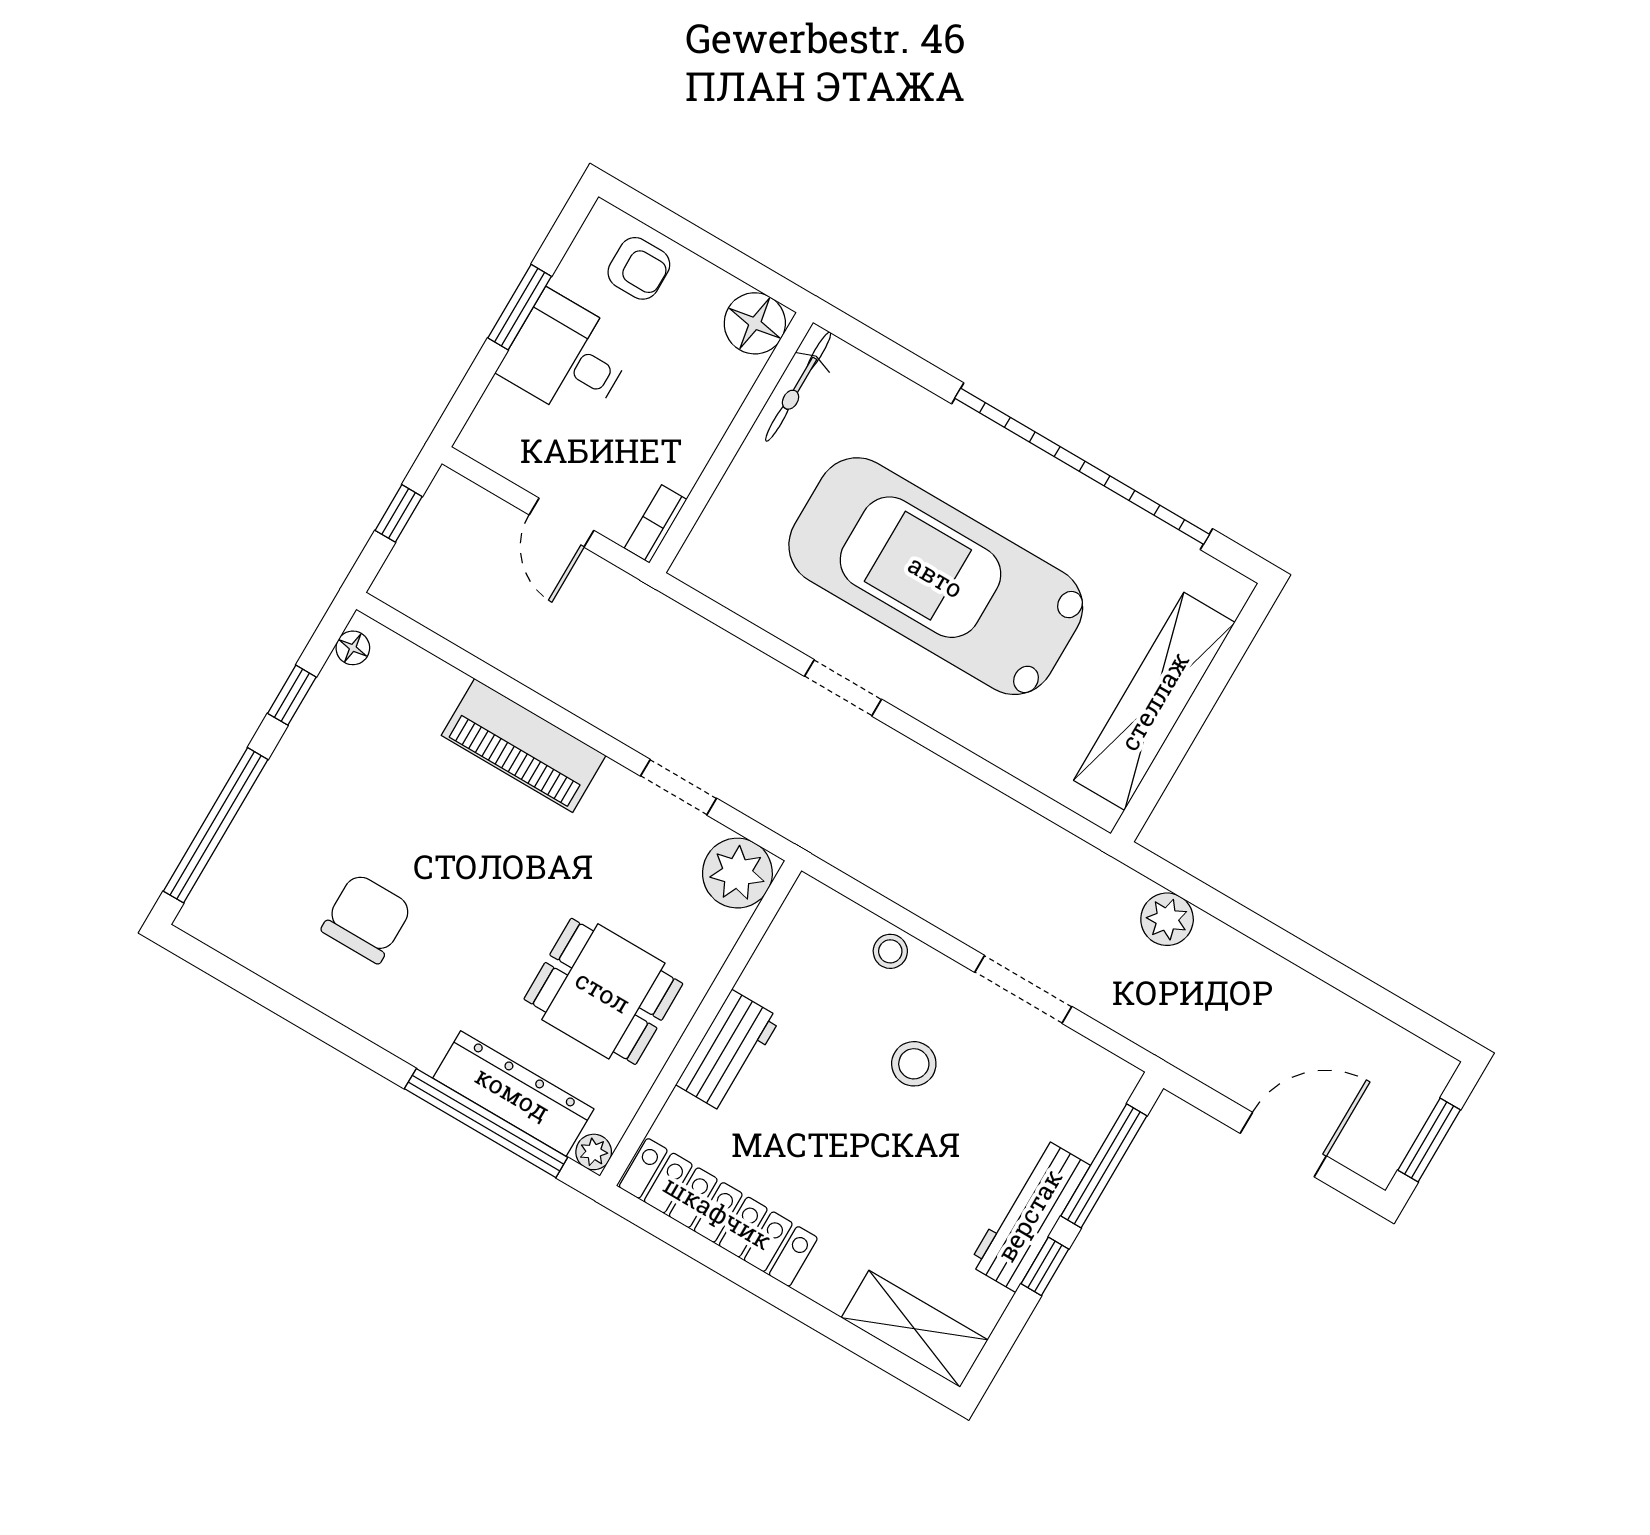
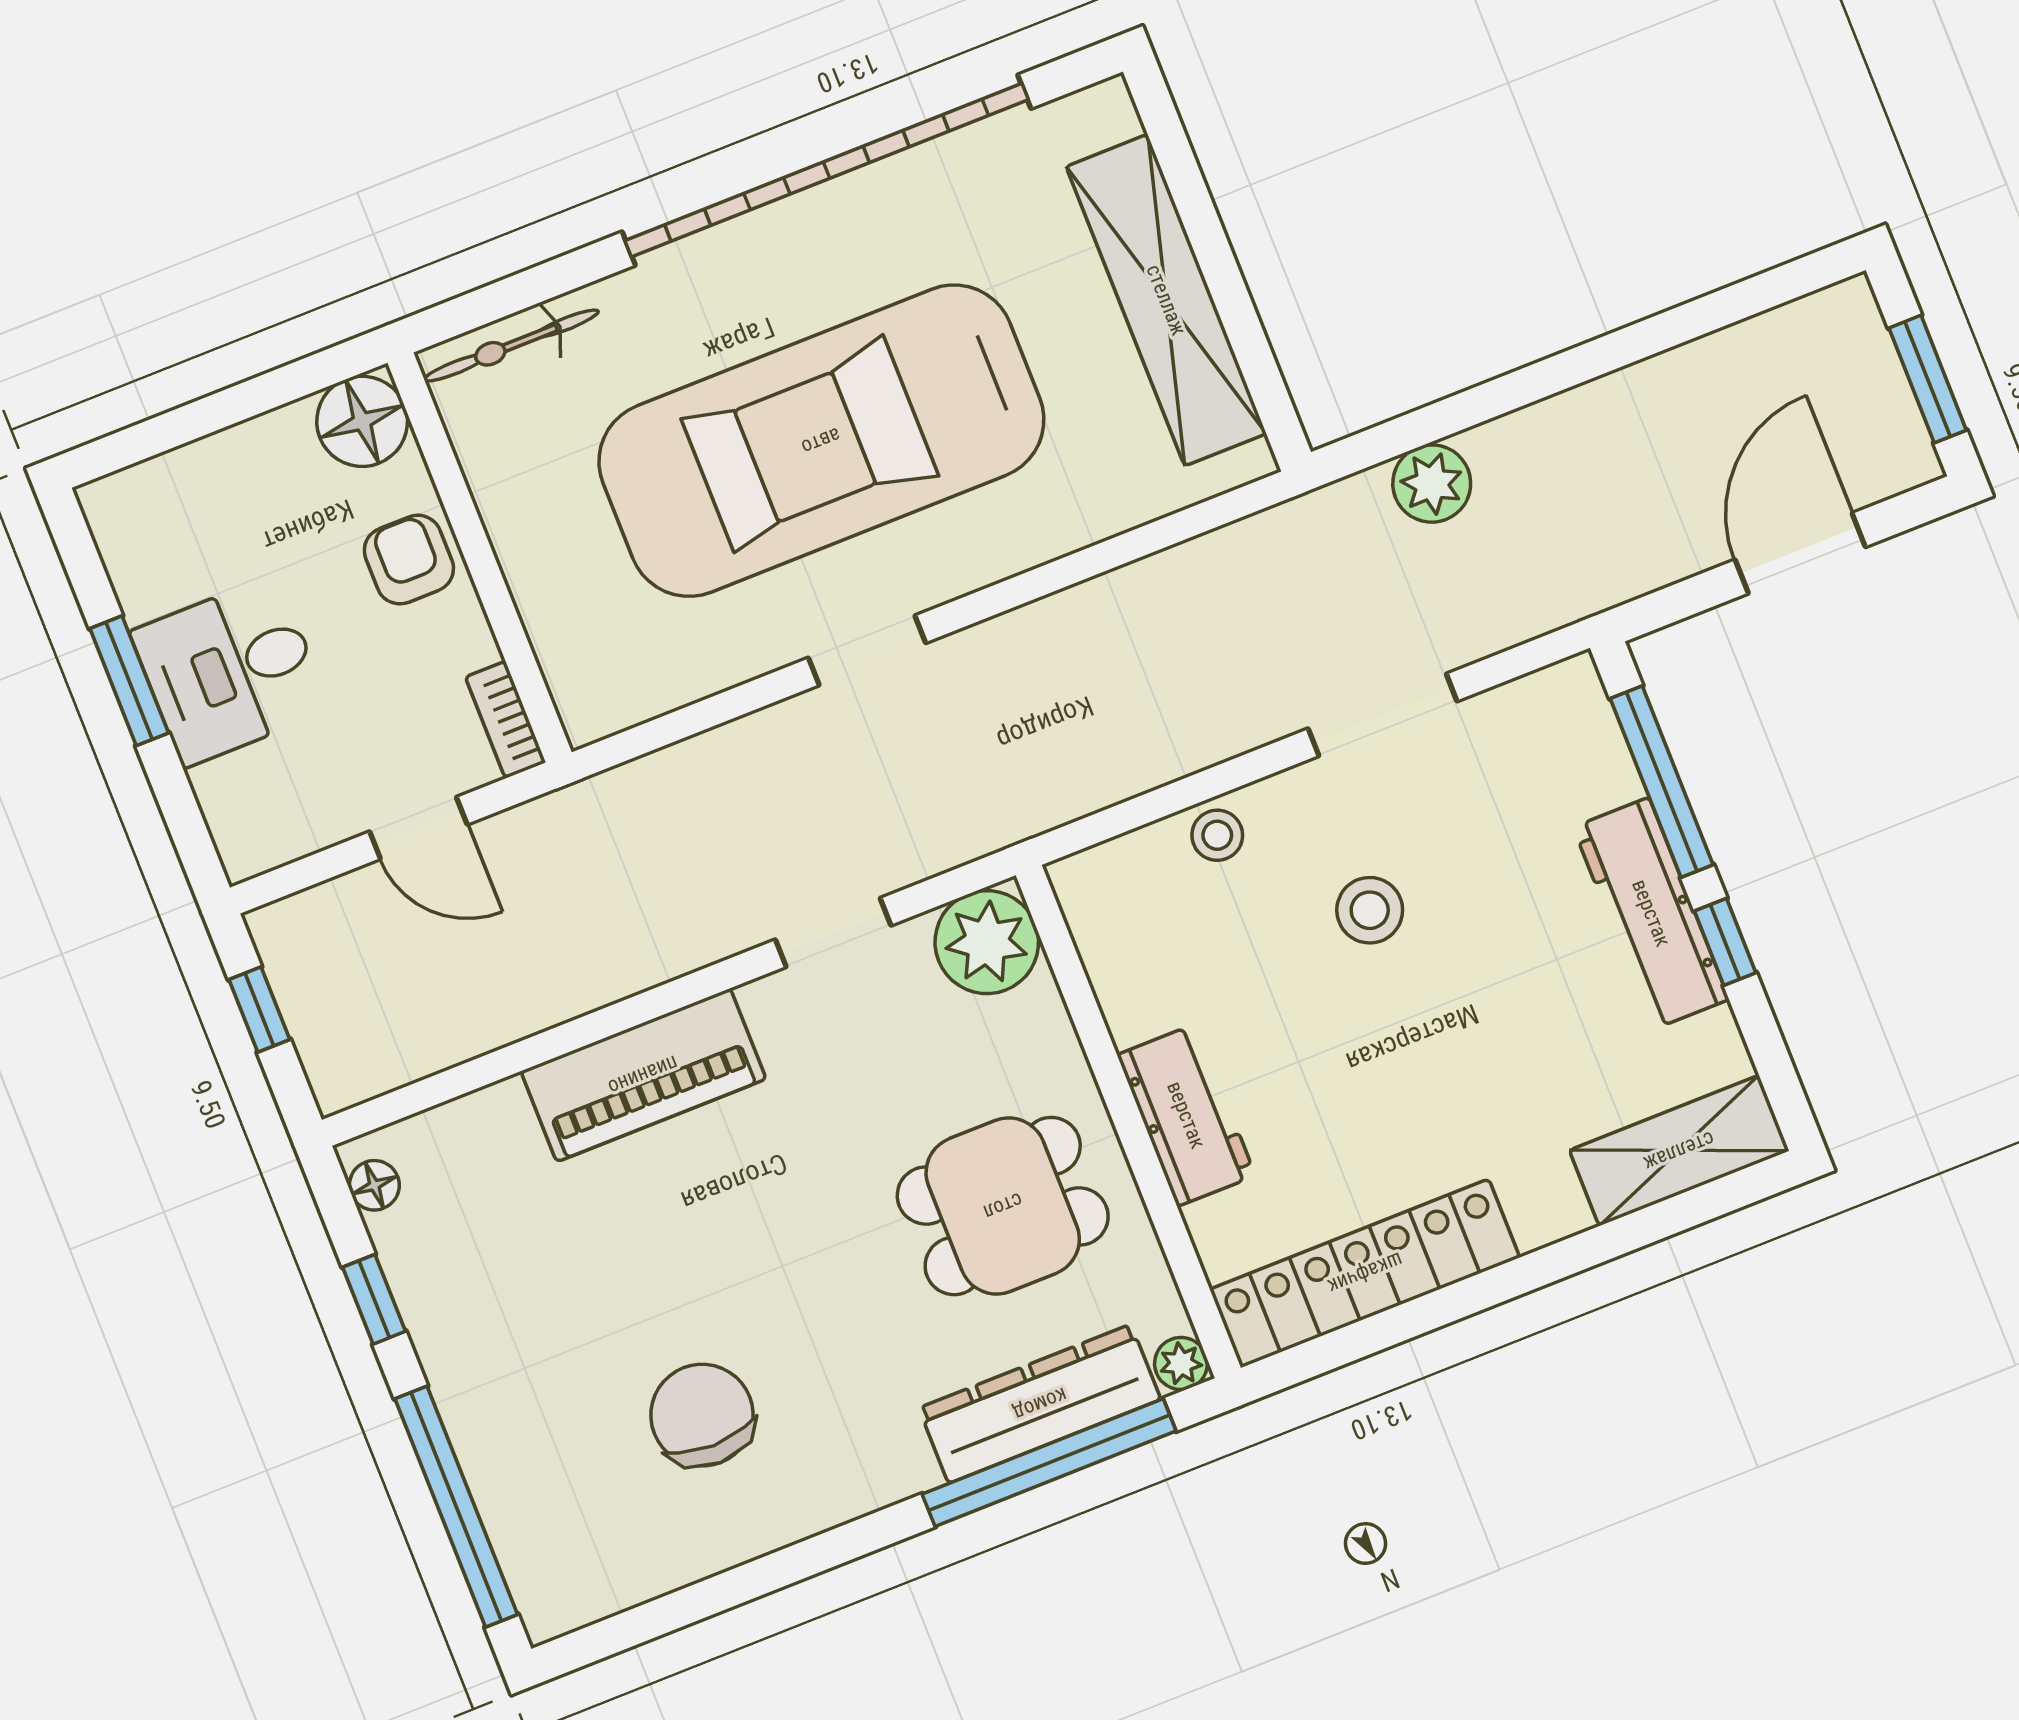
armchair: (639, 268) -> (409, 560), moved, turned -90
bicycle: (798, 387) -> (511, 346), moved, turned 90

